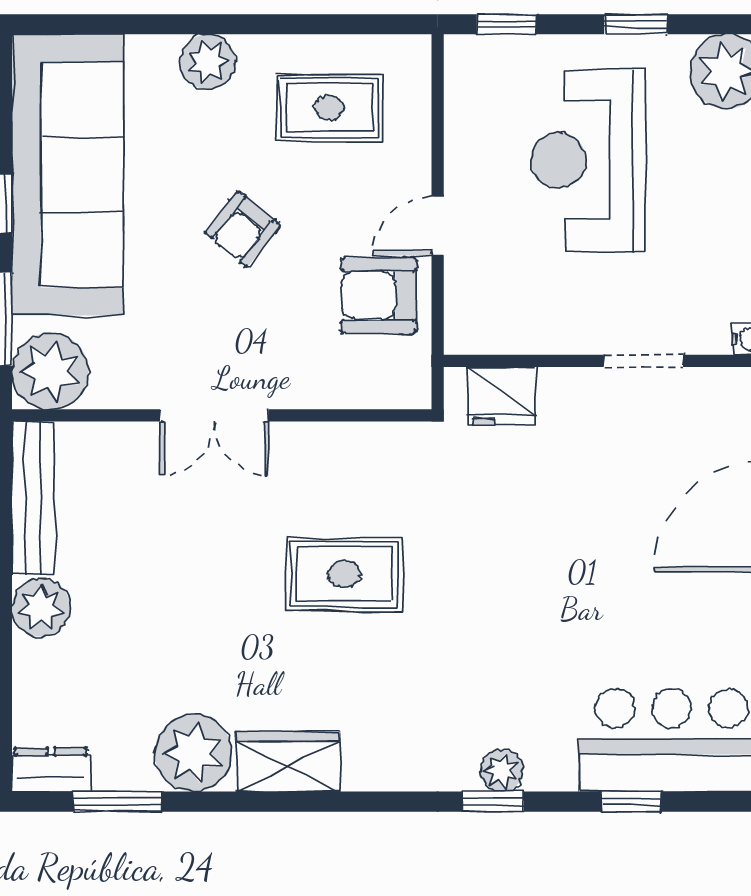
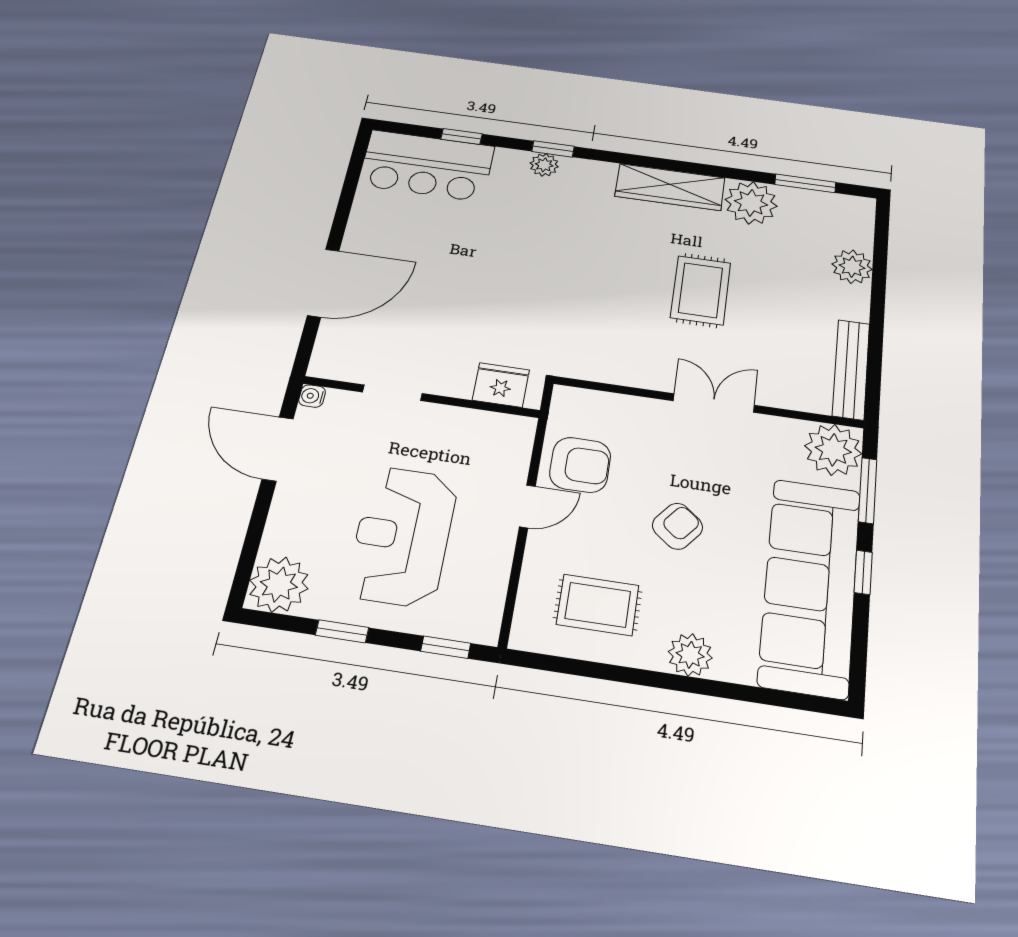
reception desk: (588, 160) -> (402, 536), turned 180
rug: (344, 574) -> (701, 290), moved, turned 90
plant: (41, 608) -> (852, 267), moved
wardrobe: (288, 762) -> (670, 187), width x1.50
dresser: (51, 770) -> (849, 207), removed

